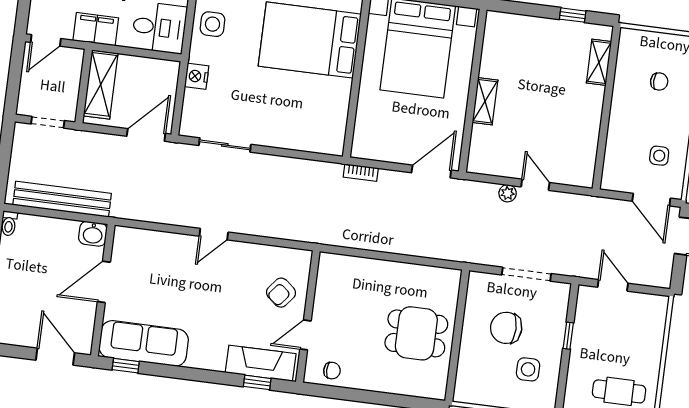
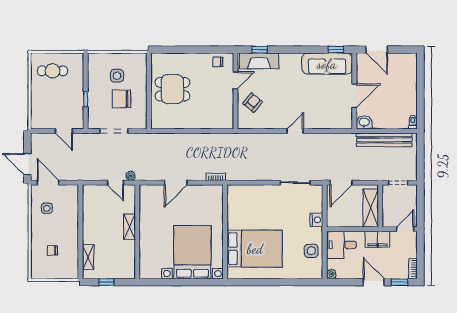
wall: (473, 91) -> (137, 232), moved
shelving: (485, 101) -> (130, 227), moved
chair: (506, 328) -> (122, 99), turned 180
side table: (528, 369) -> (117, 76), moved

